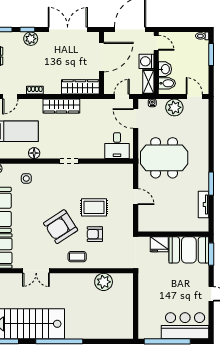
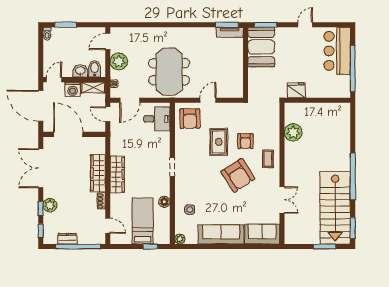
wardrobe: (80, 87) -> (98, 173), moved
armchair: (117, 179) -> (190, 119), added
window: (211, 184) -> (227, 25), moved
tv unit: (204, 204) -> (230, 32), moved
fridge: (159, 244) -> (296, 90), moved, turned -90

